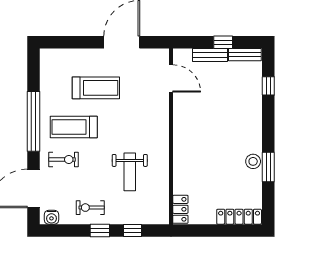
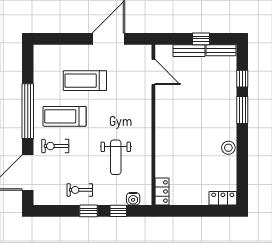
treadmill: (96, 88) -> (85, 81), turned 180
exercise bike: (64, 159) -> (55, 146), turned 180
window: (268, 167) -> (242, 110), moved
water cooler: (51, 217) -> (133, 199), moved
locker: (239, 217) -> (223, 198), width x0.66

